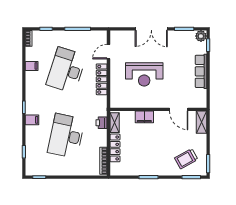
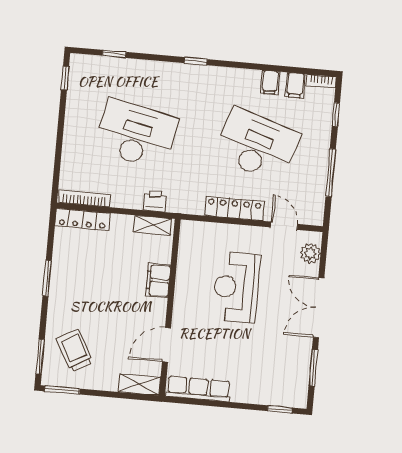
plant: (201, 36) -> (310, 253), moved
row of seats: (201, 71) -> (198, 389), moved
filing cabinet: (32, 120) -> (295, 85), moved
locker: (115, 148) -> (82, 220), moved

